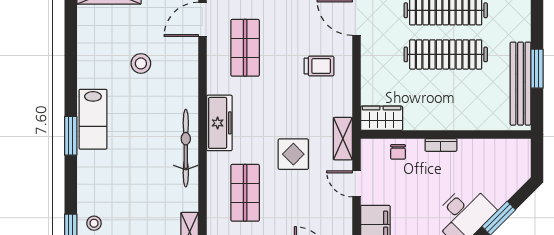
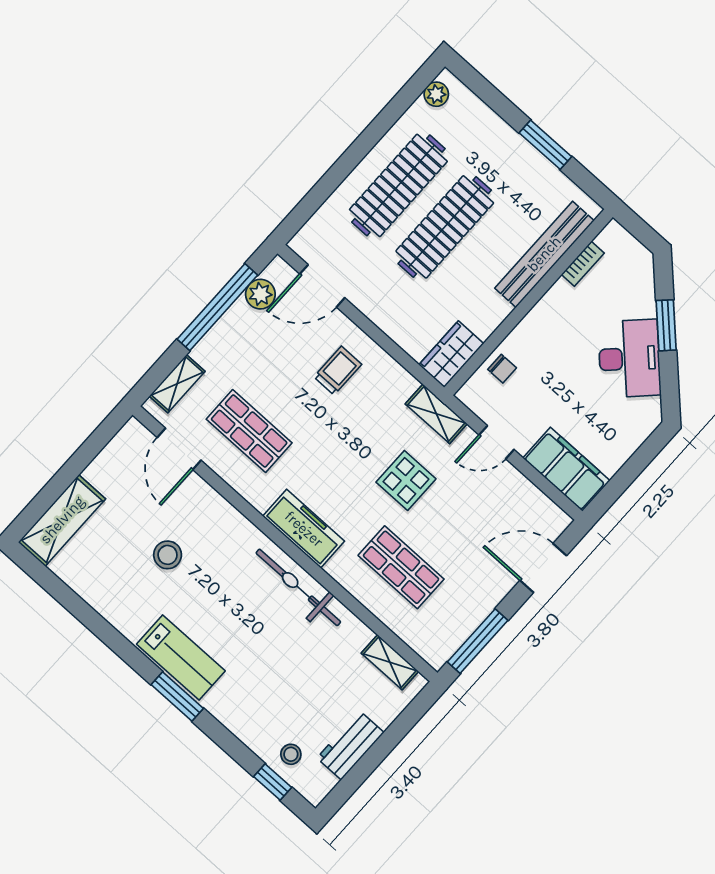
bench: (521, 84) -> (544, 254), moved, turned 90
bookcase: (441, 145) -> (583, 264), moved

